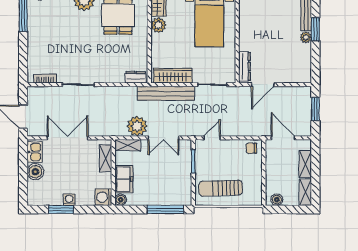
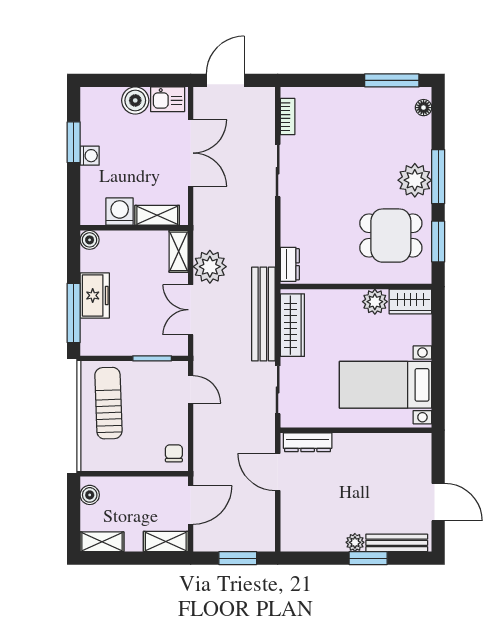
shelving: (305, 164) -> (166, 542), moved
freezer: (124, 179) -> (95, 295), moved, turned -90
washing machine: (103, 197) -> (120, 212), moved

